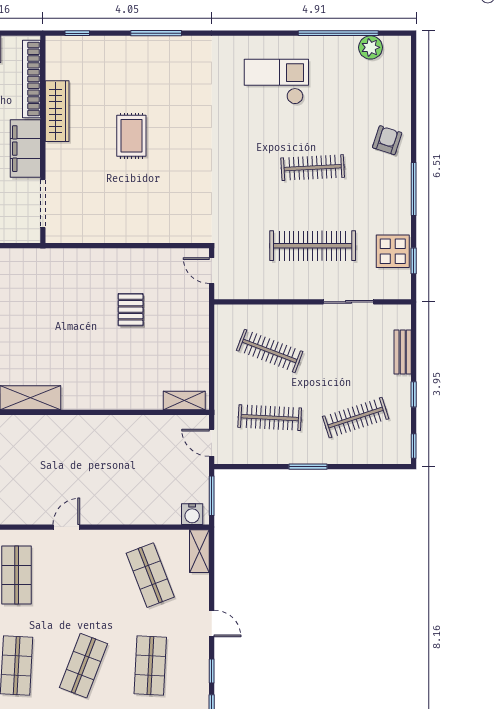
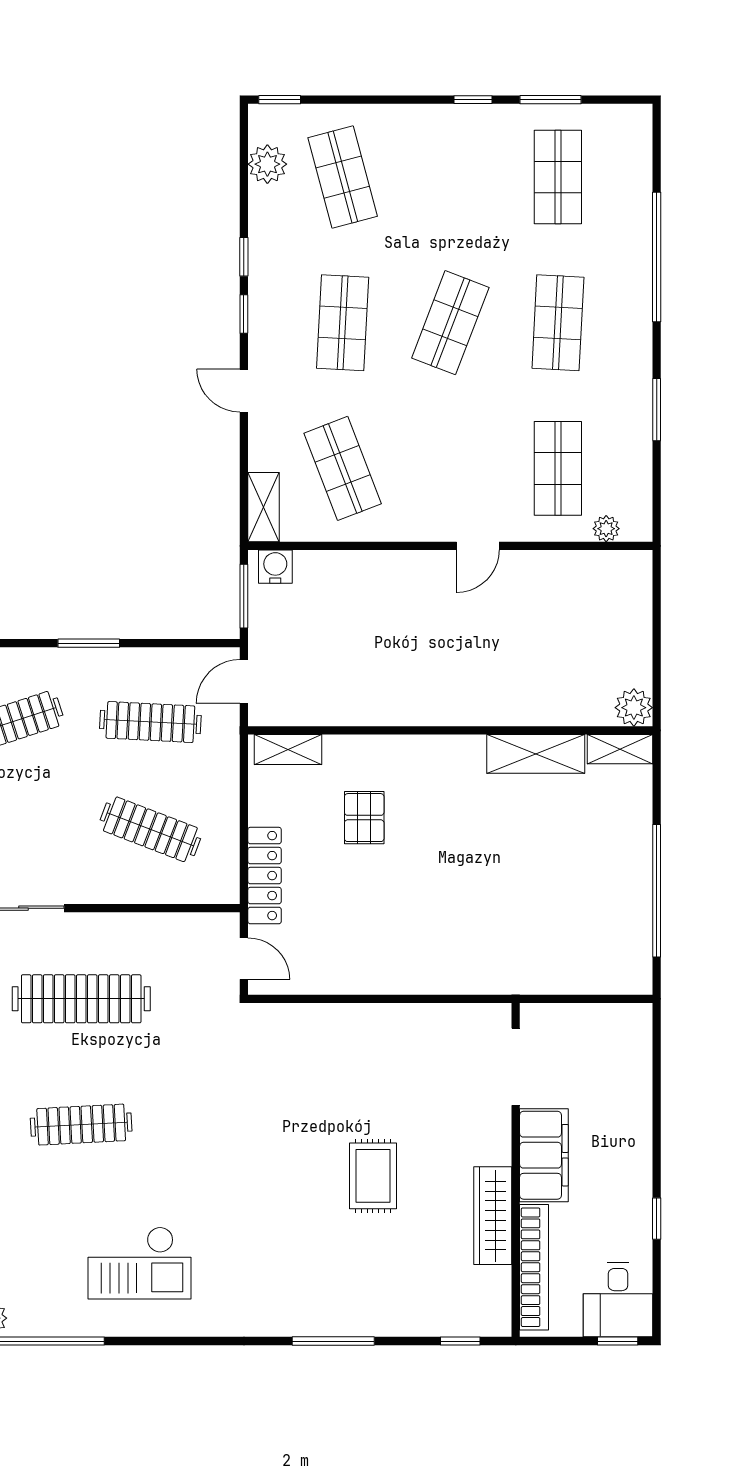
pallet: (131, 310) -> (364, 818), moved
locker: (199, 322) -> (265, 876), added
door: (212, 443) -> (244, 681), swing flipped

